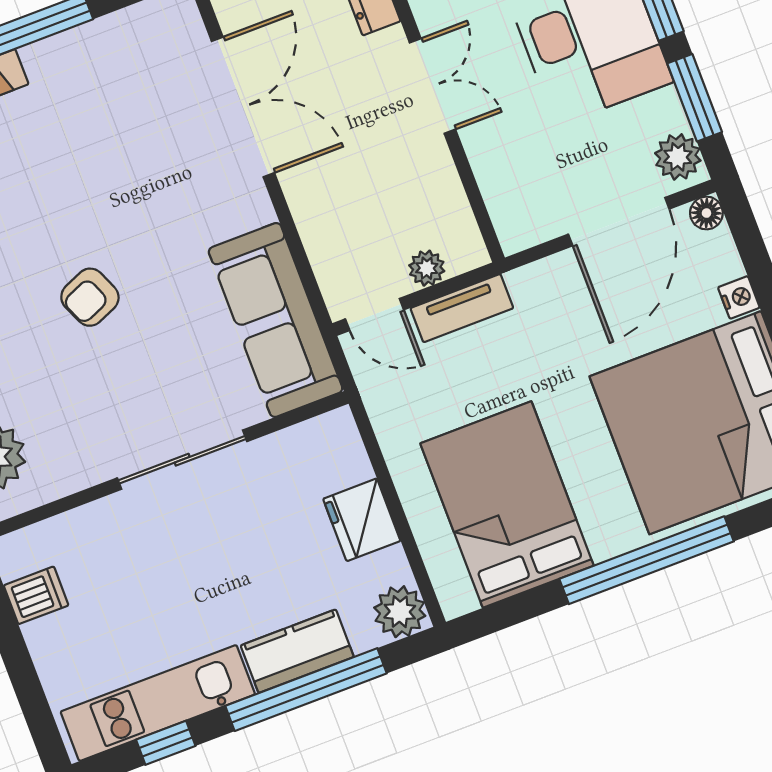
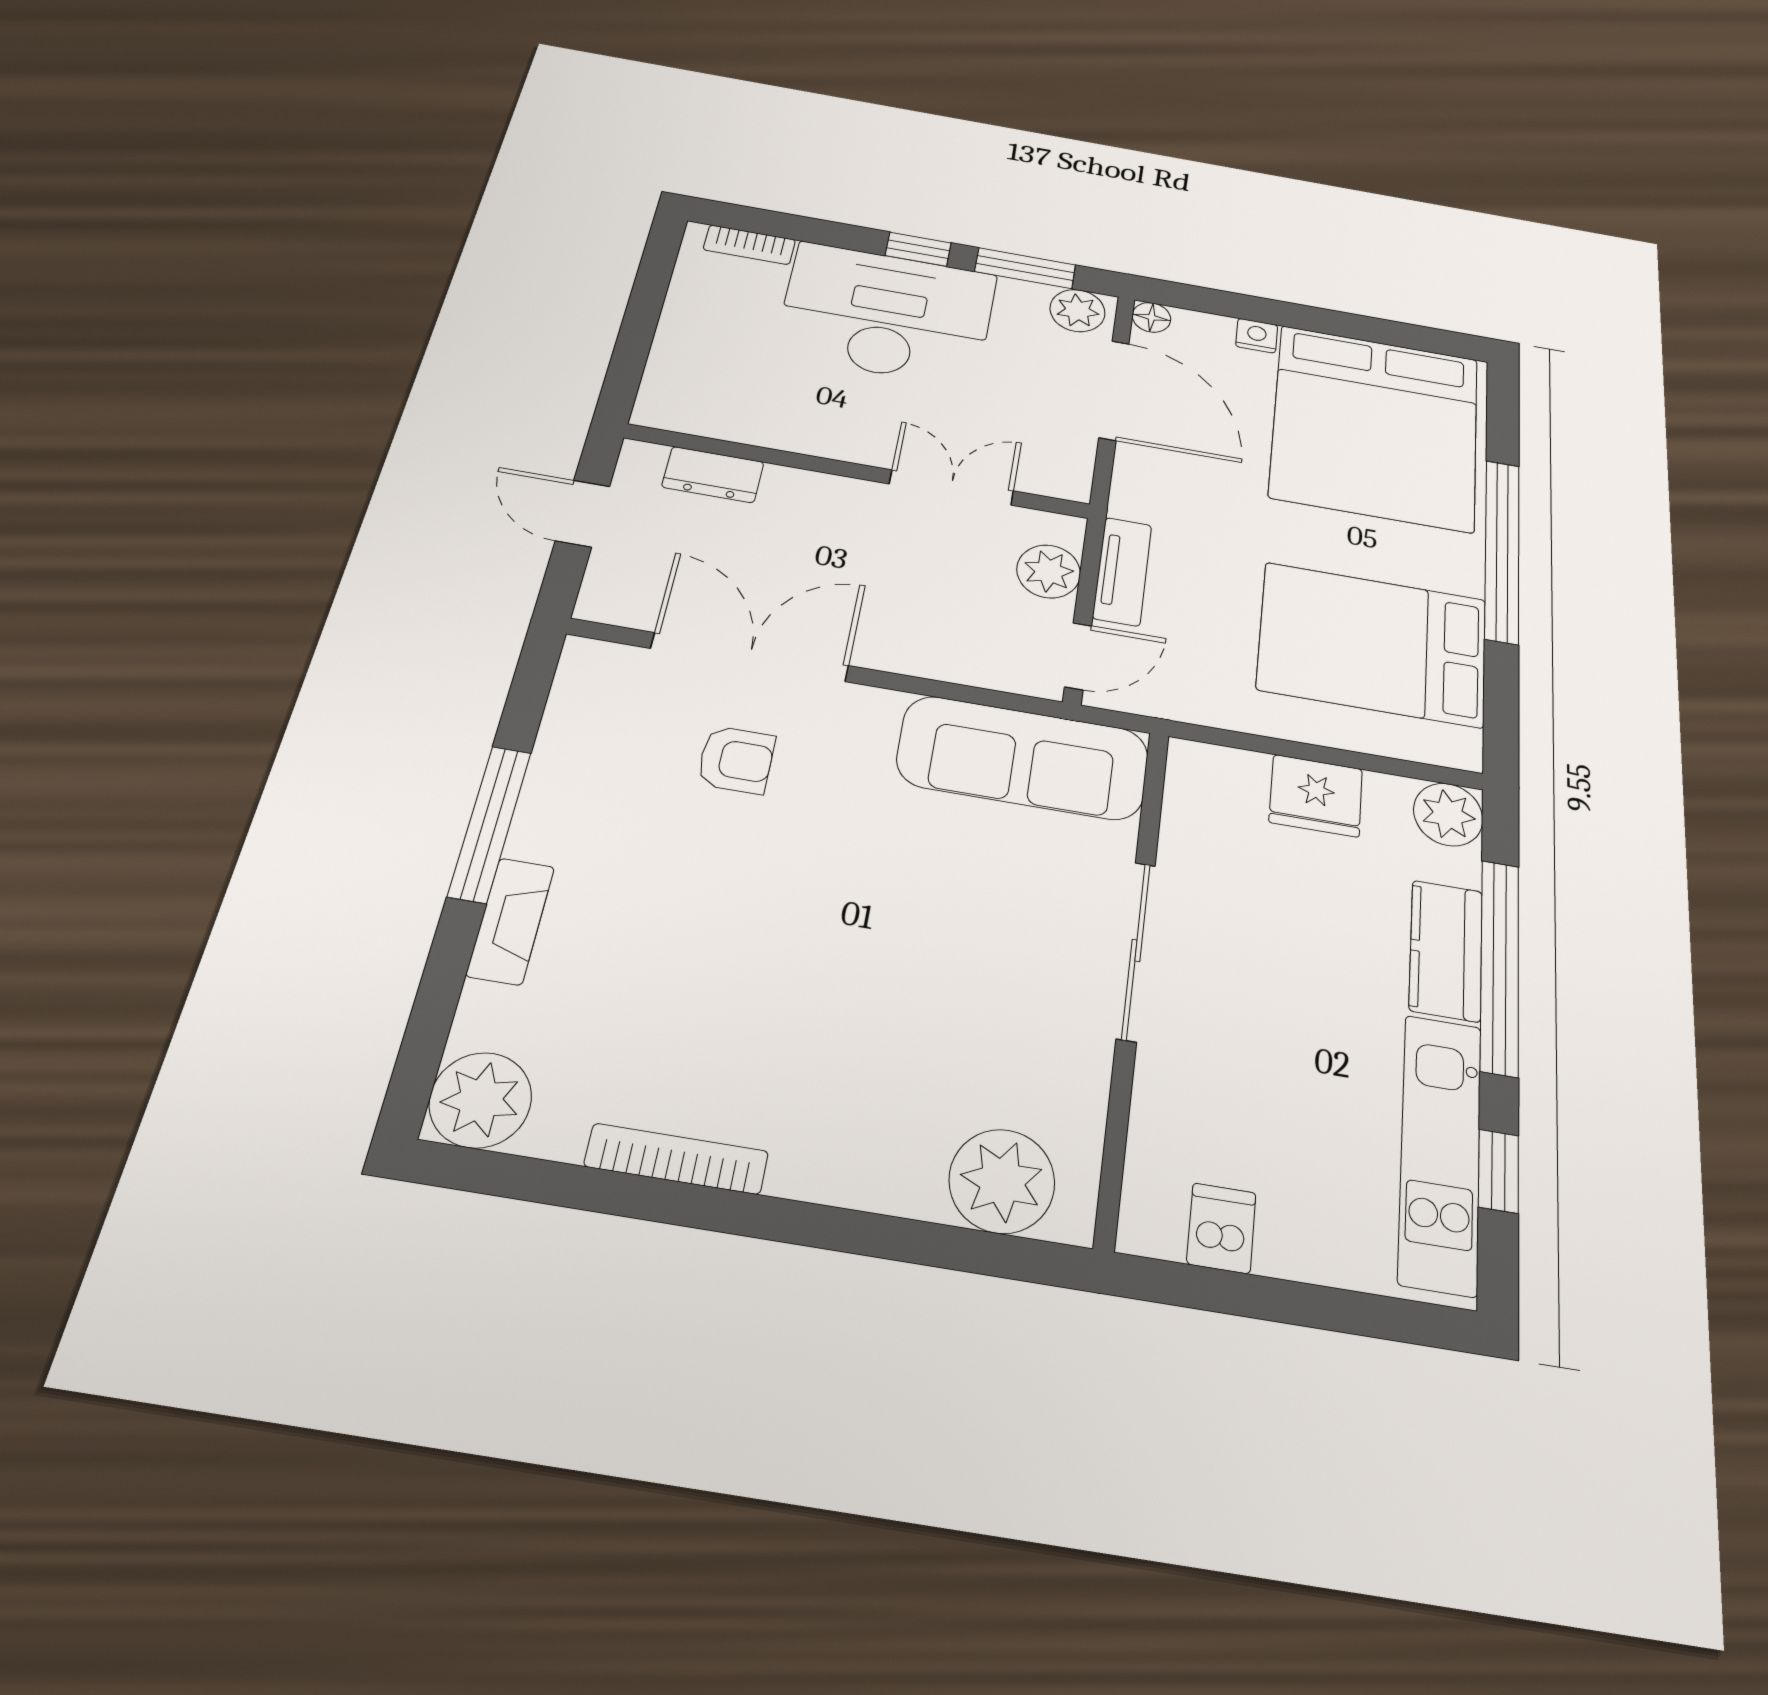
double door: (433, 86) -> (951, 487), moved
plant: (427, 268) -> (1049, 571), width x1.38, depth x1.38
armchair: (90, 297) -> (736, 760), moved, turned -67

